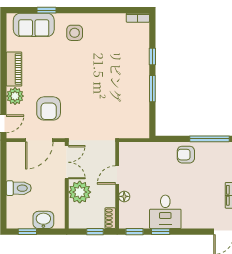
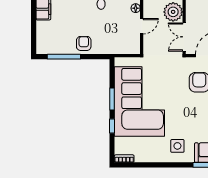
corner sofa: (120, 86) -> (139, 101), added
armchair: (186, 155) -> (84, 43), turned -90

